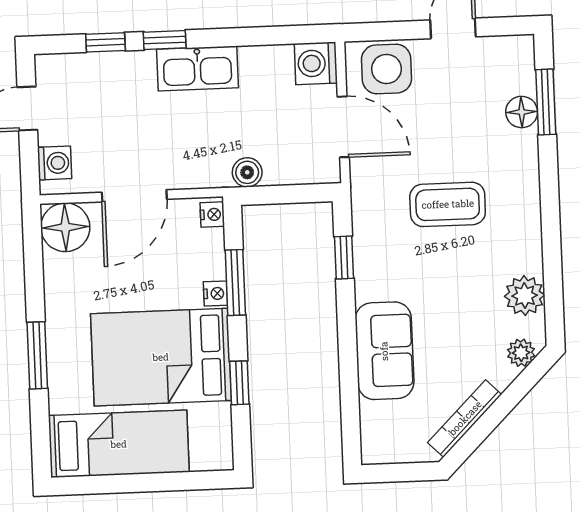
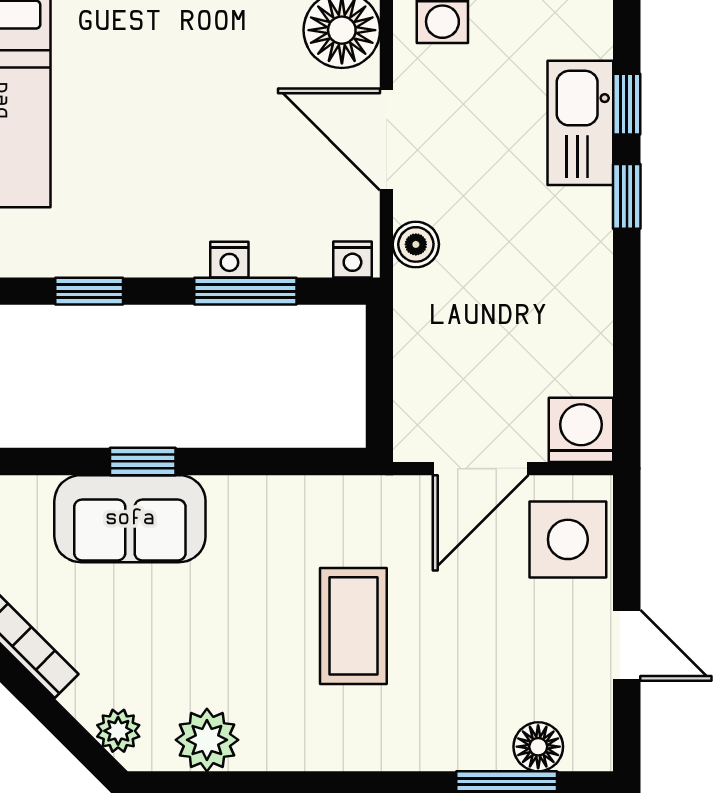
kitchen sink: (197, 68) -> (580, 123), moved
floor lamp: (522, 112) -> (538, 747), moved
boiler: (247, 172) -> (416, 244), moved
window: (344, 257) -> (143, 461), moved
bed: (161, 357) -> (134, 171), removed

